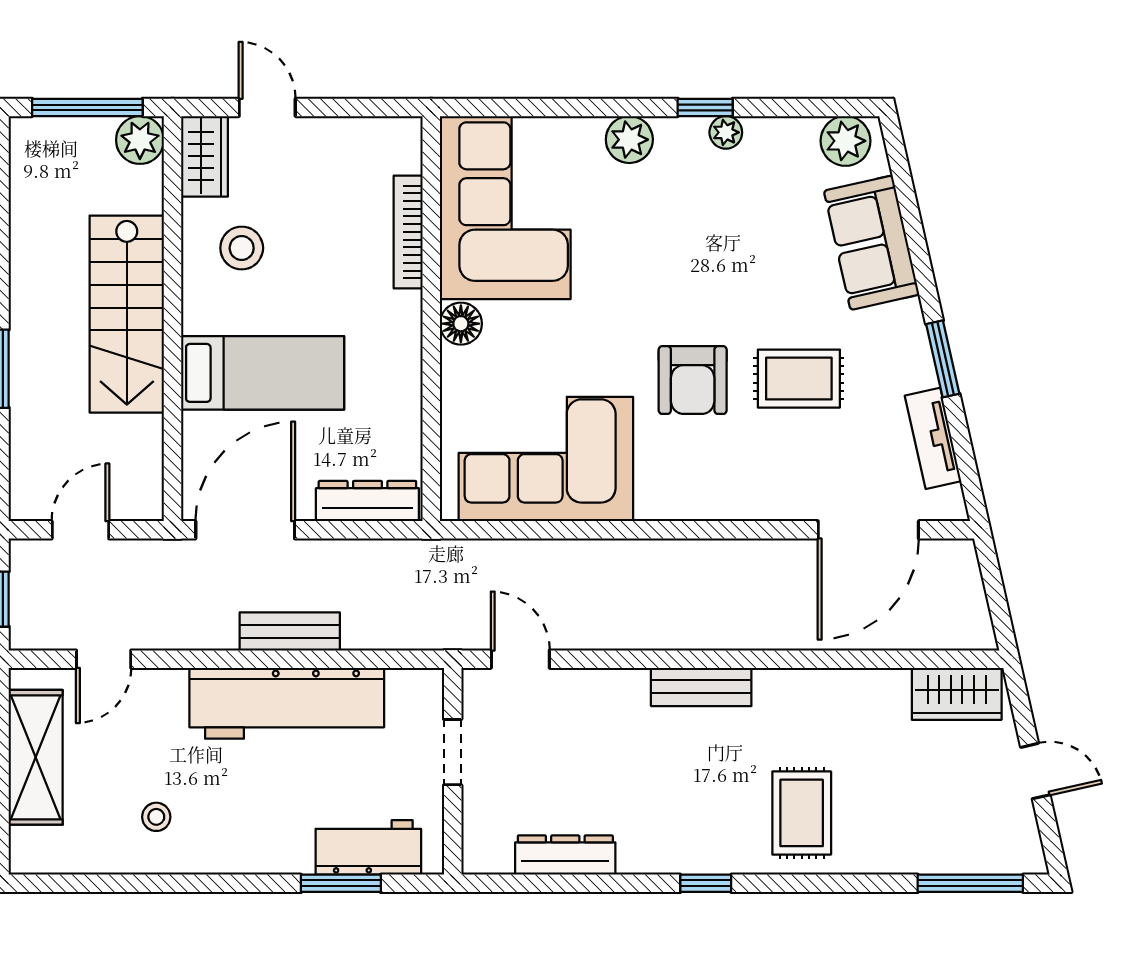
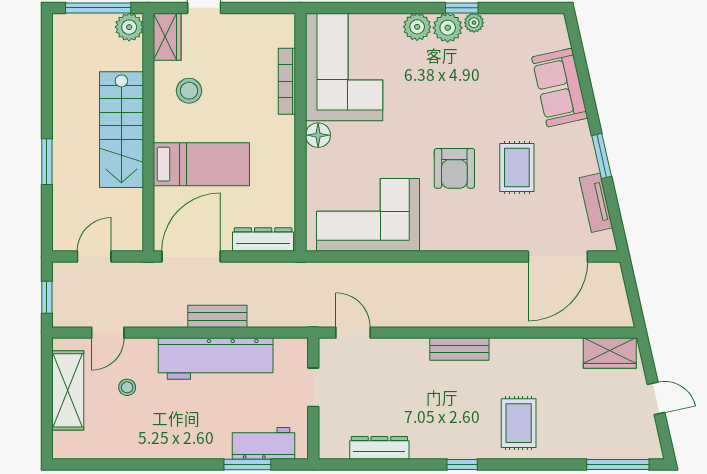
plant: (845, 141) -> (448, 28), moved
rug: (799, 379) -> (517, 167), turned 90
stool: (156, 817) -> (127, 387), moved

